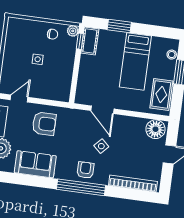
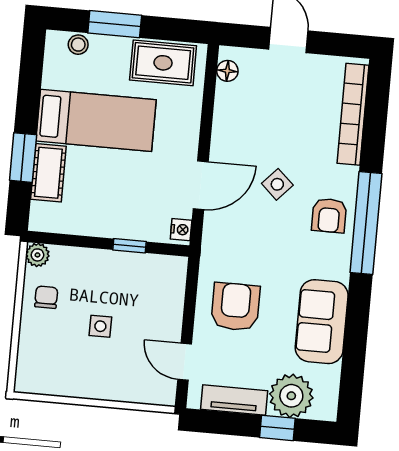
window: (80, 41) -> (129, 246), moved
cot: (90, 41) -> (48, 173), moved, turned 90
nightstand: (82, 100) -> (181, 230), added
floor lamp: (155, 129) -> (227, 71), width x0.53, depth x0.53
armchair: (85, 170) -> (329, 215), turned -90

